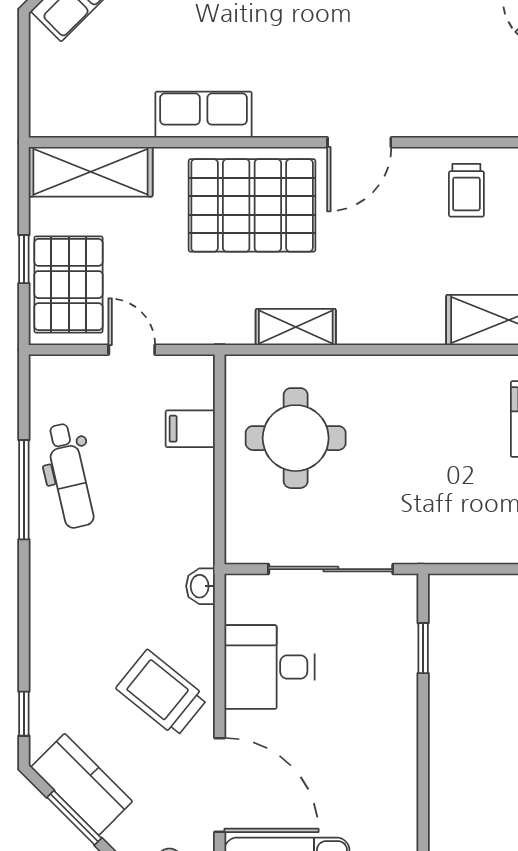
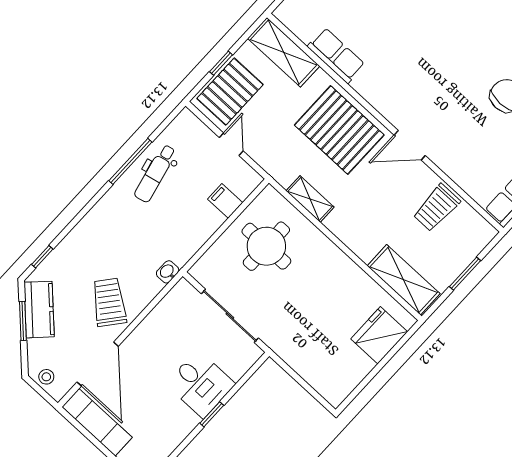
row of seats: (204, 115) -> (336, 55), moved
trolley: (466, 190) -> (436, 208), width x1.36, depth x1.39
window: (423, 648) -> (212, 414), moved
desk: (269, 667) -> (200, 384), moved, turned 180

